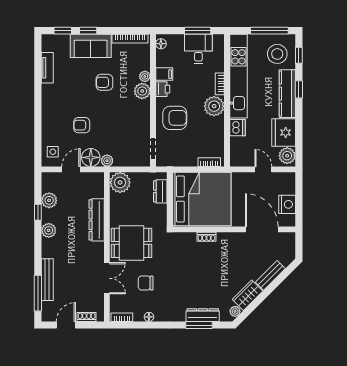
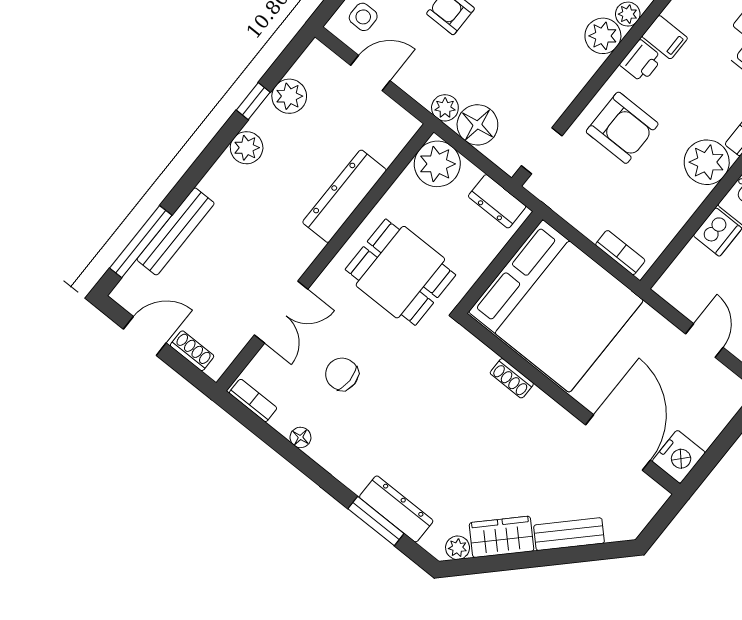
floor lamp: (91, 157) -> (477, 125), moved
dresser: (160, 191) -> (497, 201), moved, turned -90
nightstand: (287, 204) -> (679, 457), moved
dining table: (131, 243) -> (400, 272), moved

